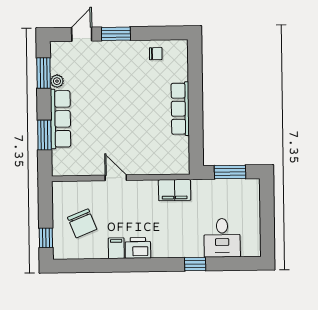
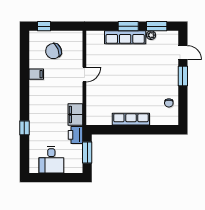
window: (44, 135) -> (128, 26), moved
desk: (222, 238) -> (51, 160), moved, turned -90
printer: (138, 248) -> (75, 135), moved, turned 180

